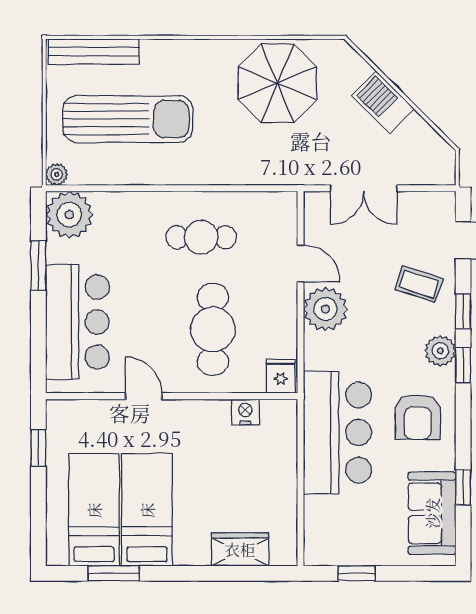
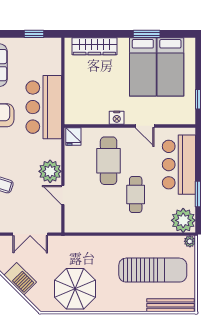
sun lounger: (128, 119) -> (153, 270), turned 180
double door: (364, 188) -> (30, 234), swing flipped
cafe table: (201, 237) -> (136, 195), moved, turned 90
nightstand: (245, 412) -> (117, 118), moved
wardrobe: (240, 549) -> (94, 46), width x1.50
window: (114, 573) -> (147, 34), moved

